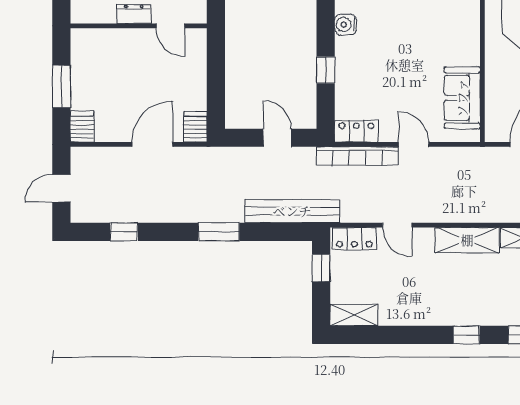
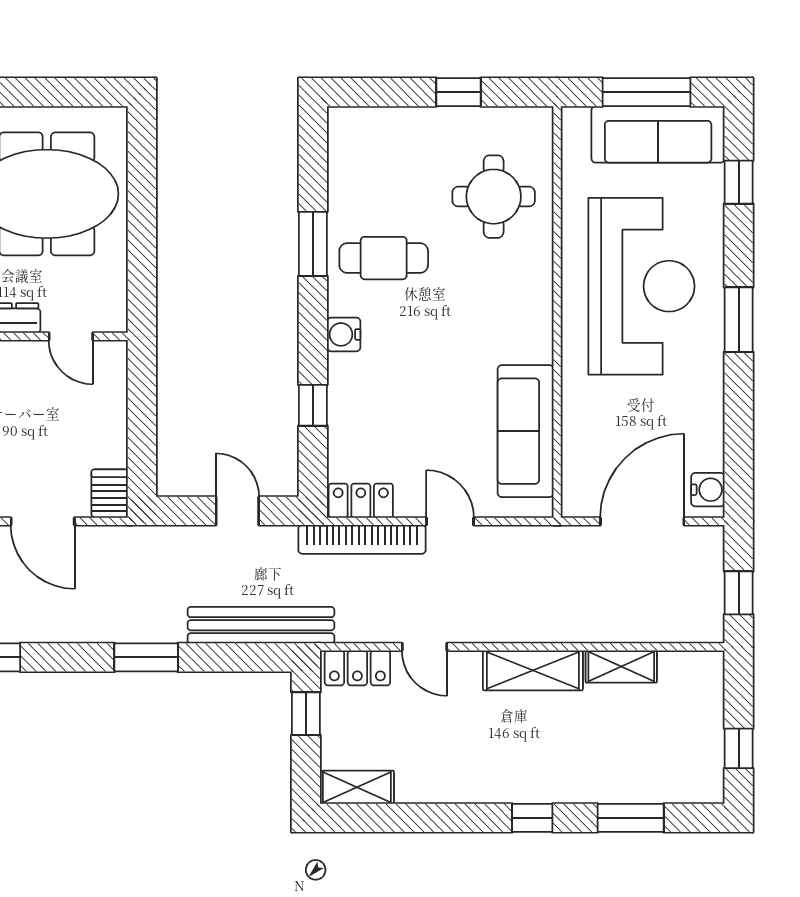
sofa: (462, 98) -> (526, 431), width x1.36
door: (152, 144) -> (43, 521), swing flipped

